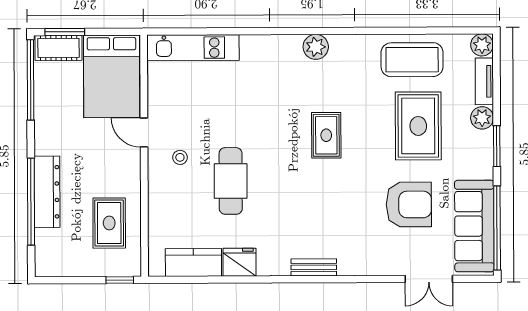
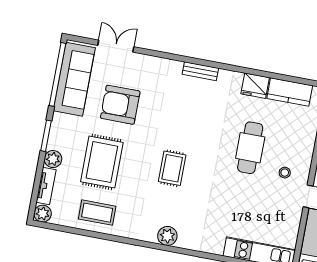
coffee table: (412, 60) -> (97, 213), width x0.73, depth x0.76

